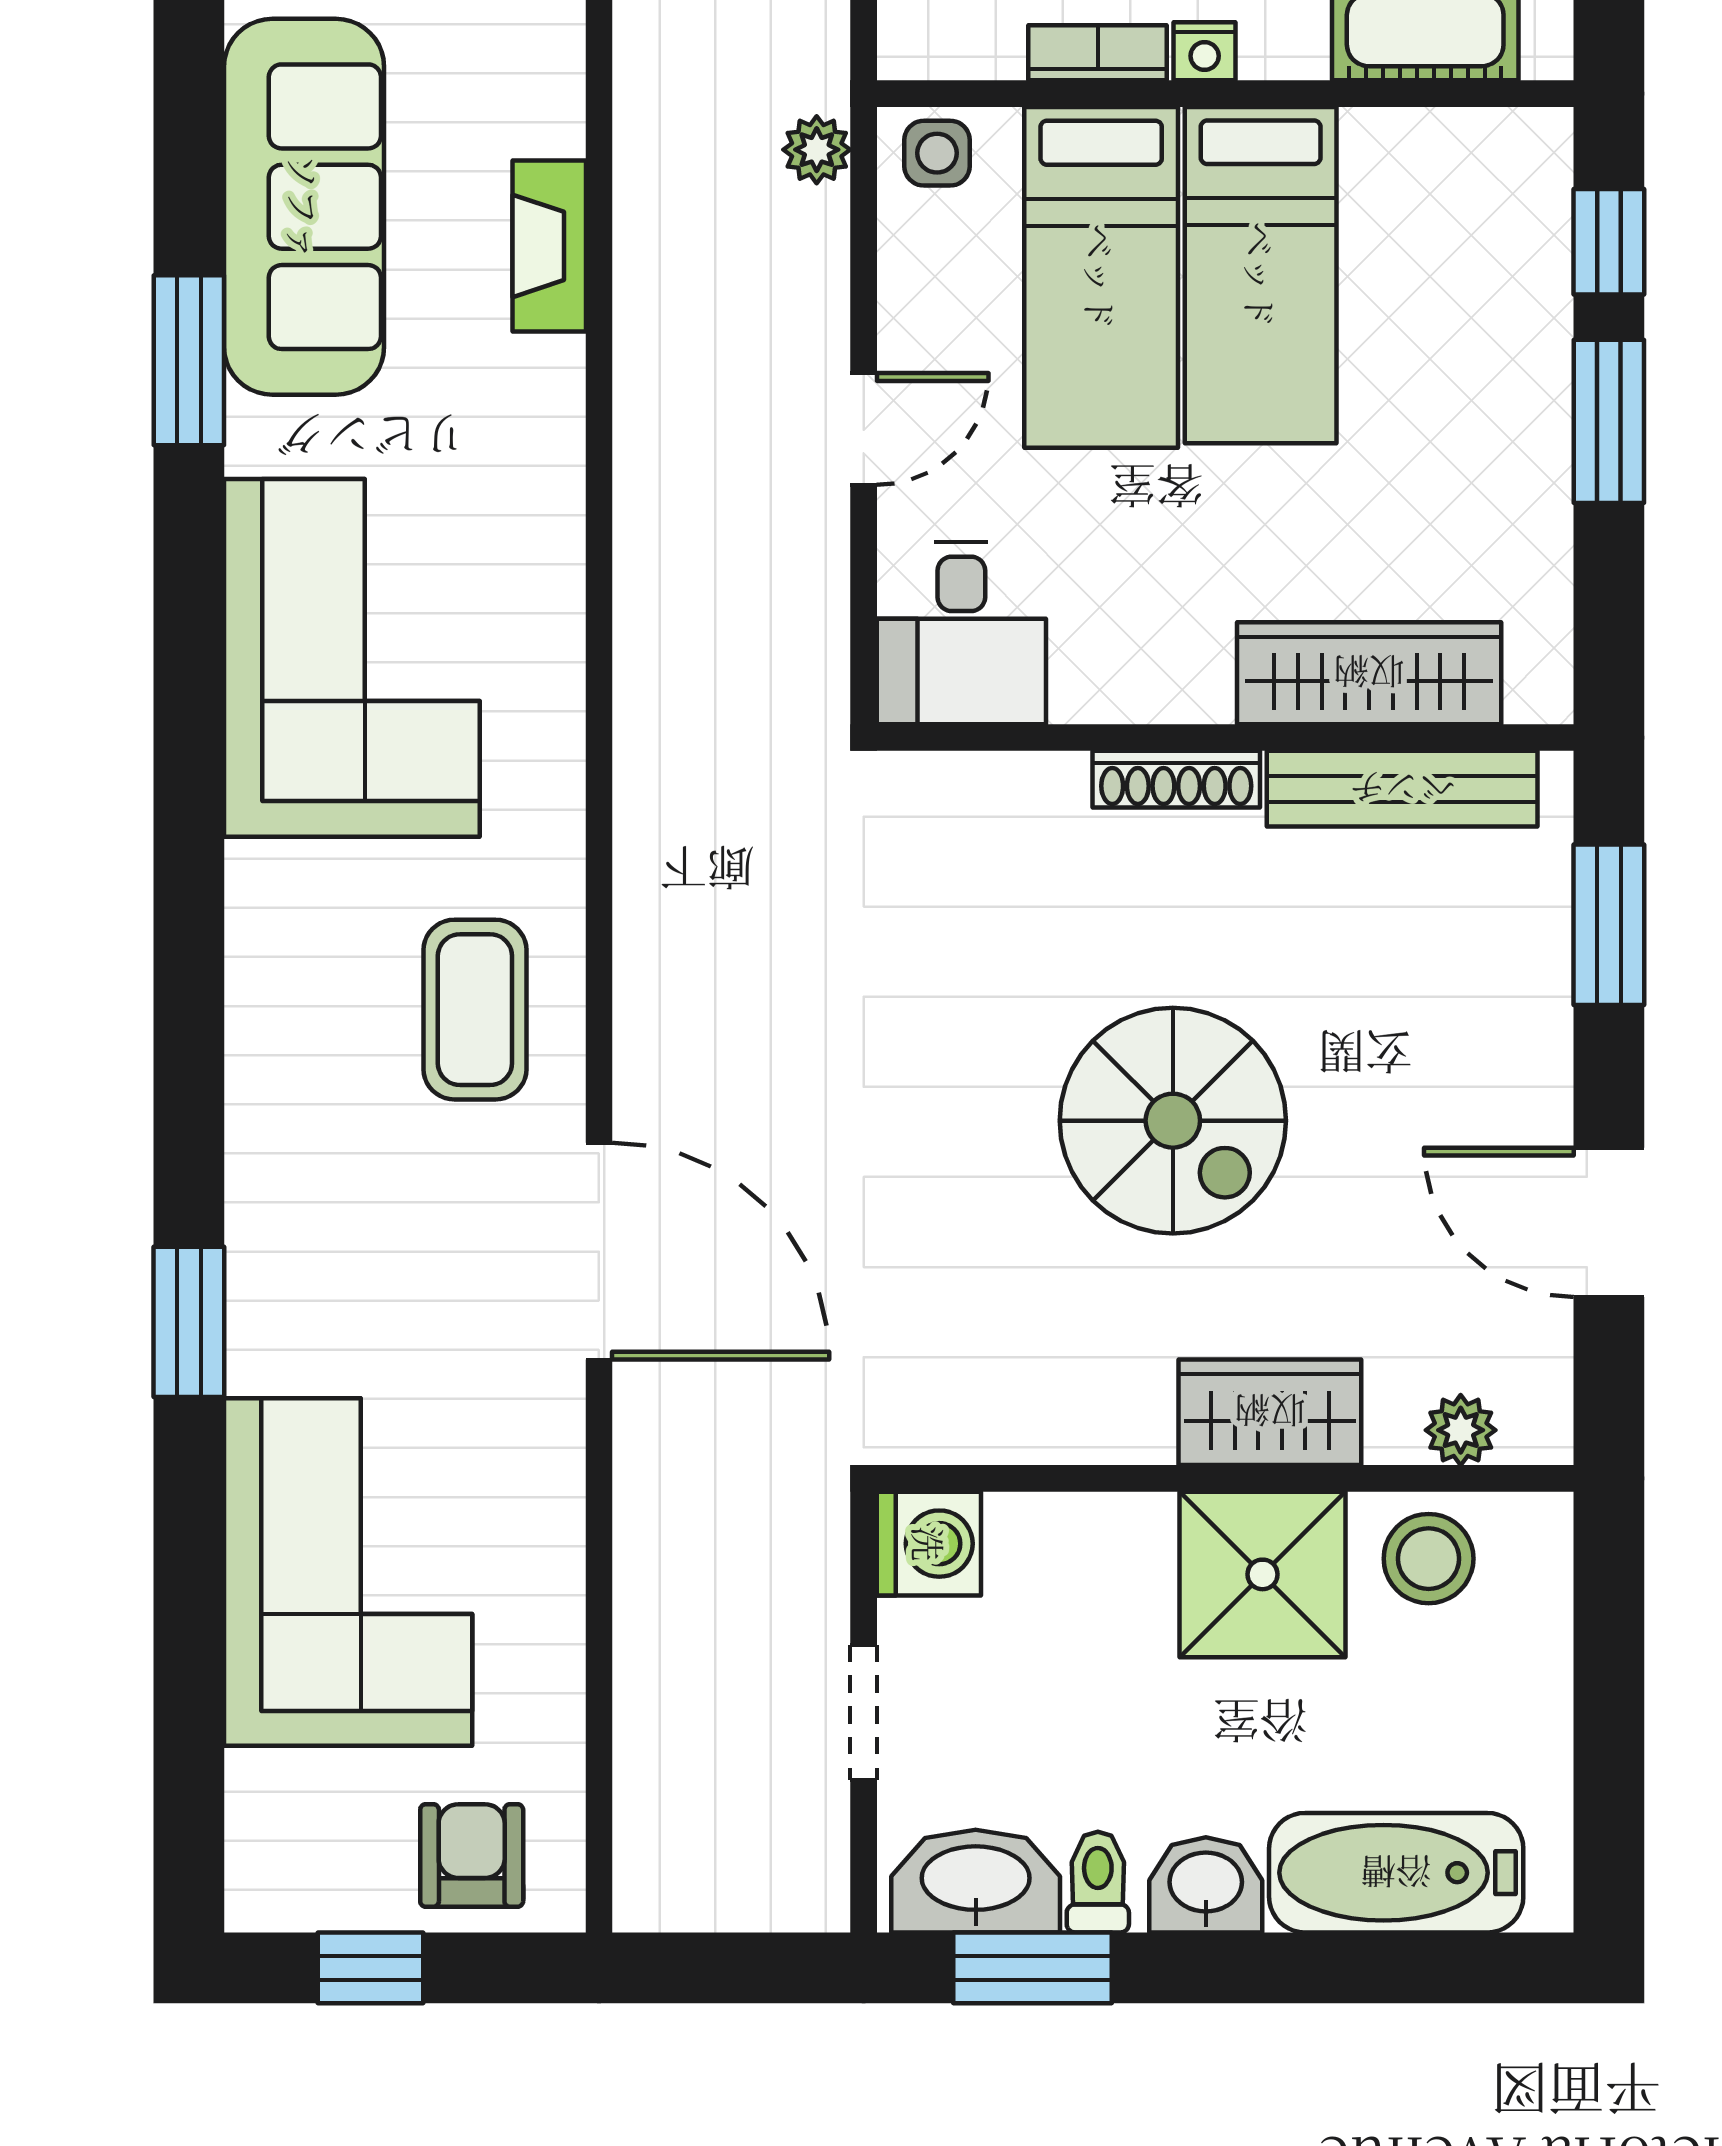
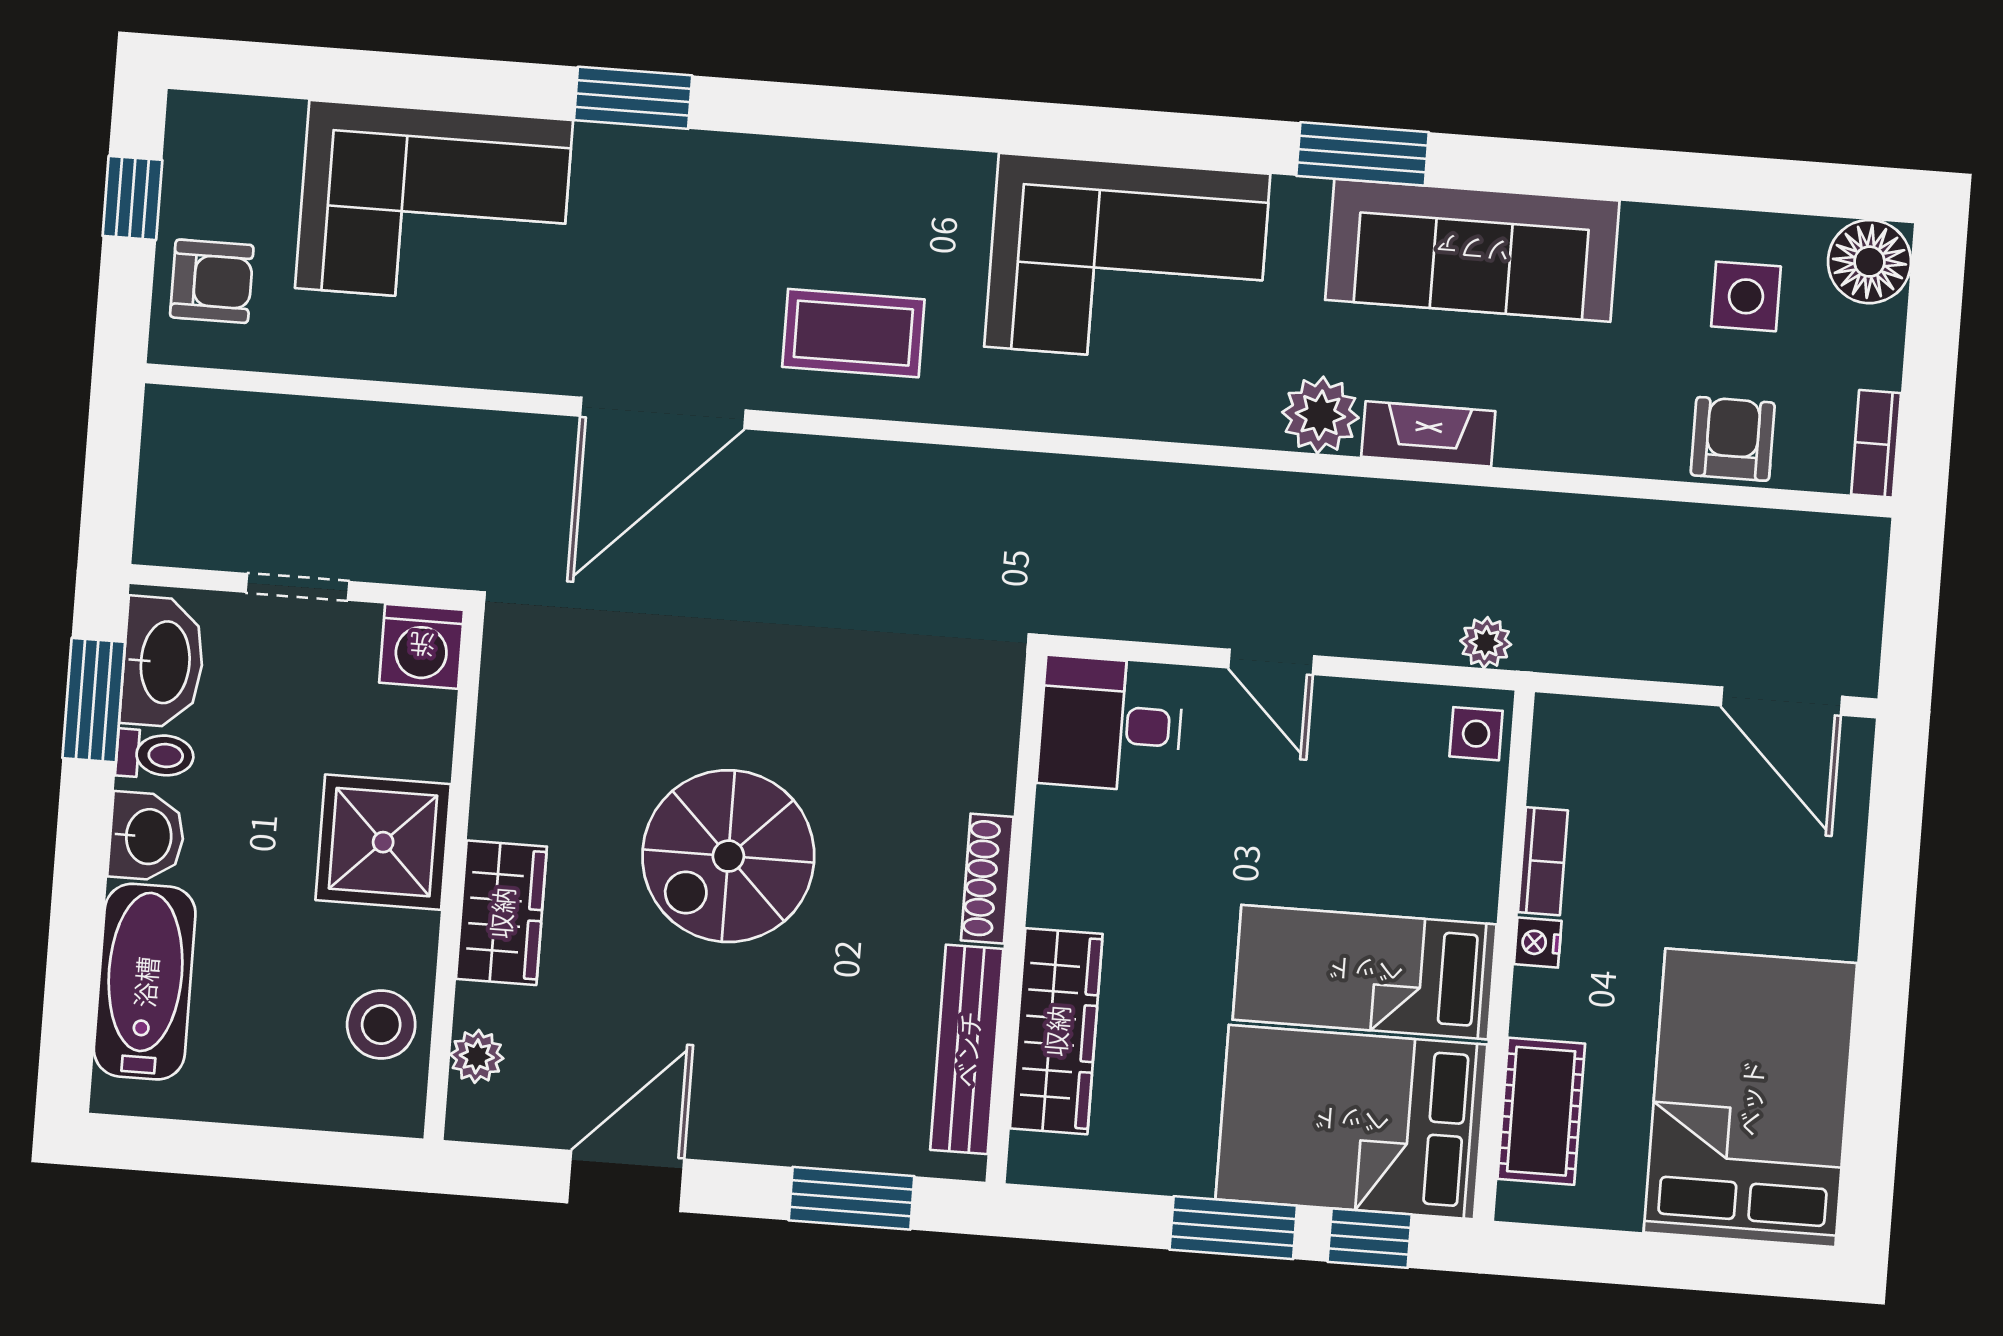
bed: (1101, 277) -> (1351, 1122), moved, width x1.50
plant: (535, 389) -> (1320, 415), added
shower: (1263, 1574) -> (383, 842), moved

